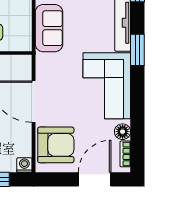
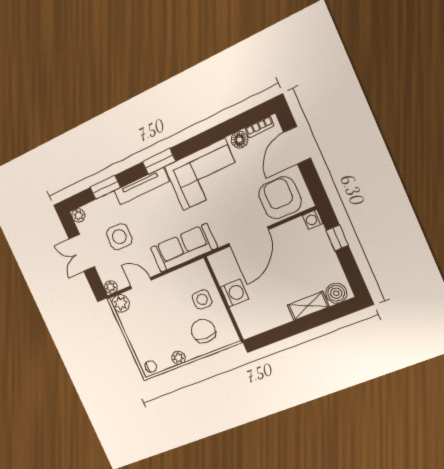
sofa: (49, 28) -> (184, 248), width x1.36
door: (95, 179) -> (297, 145), hinge flipped

